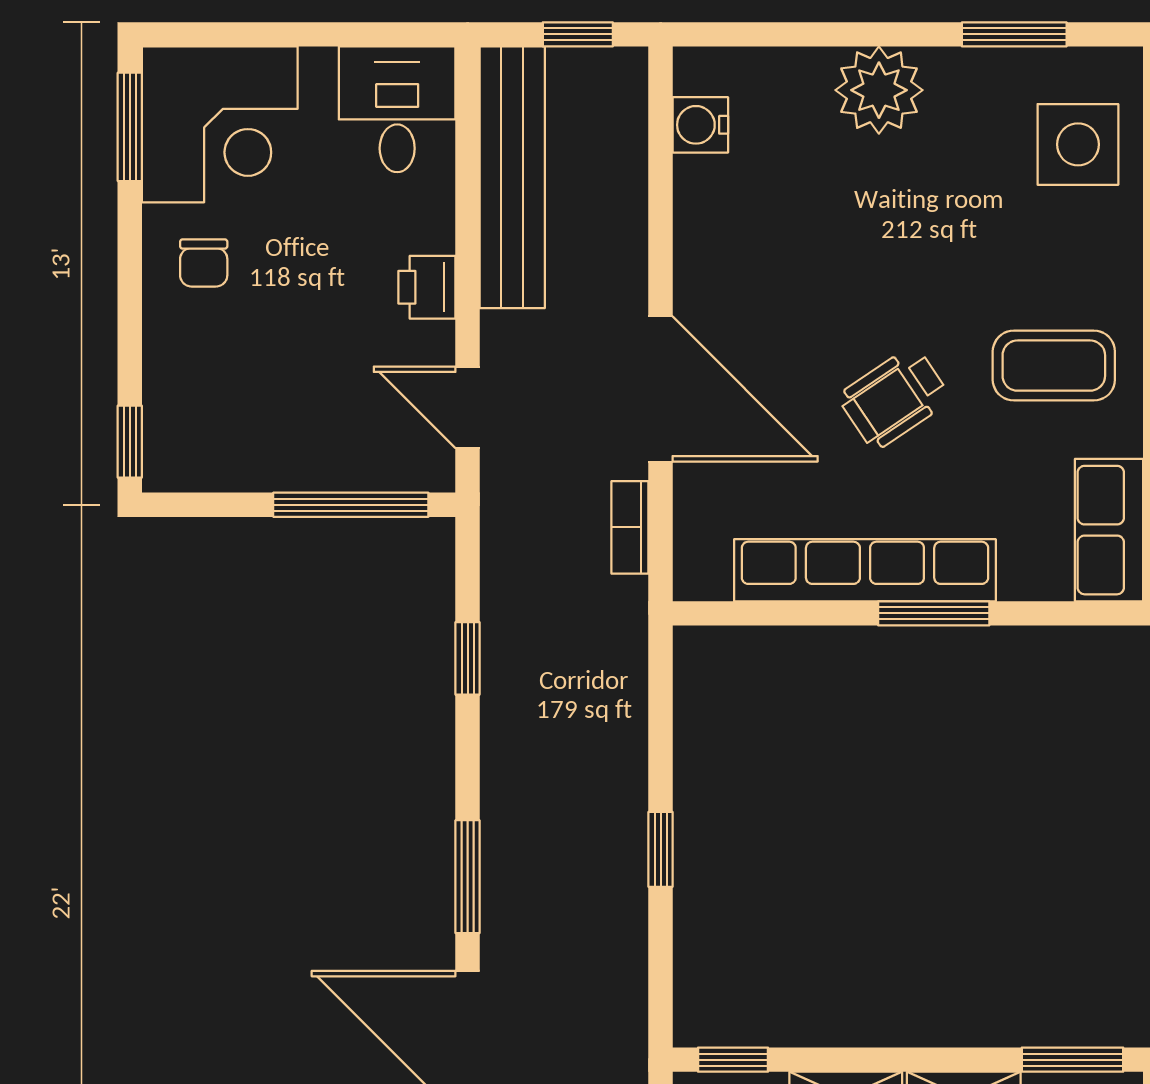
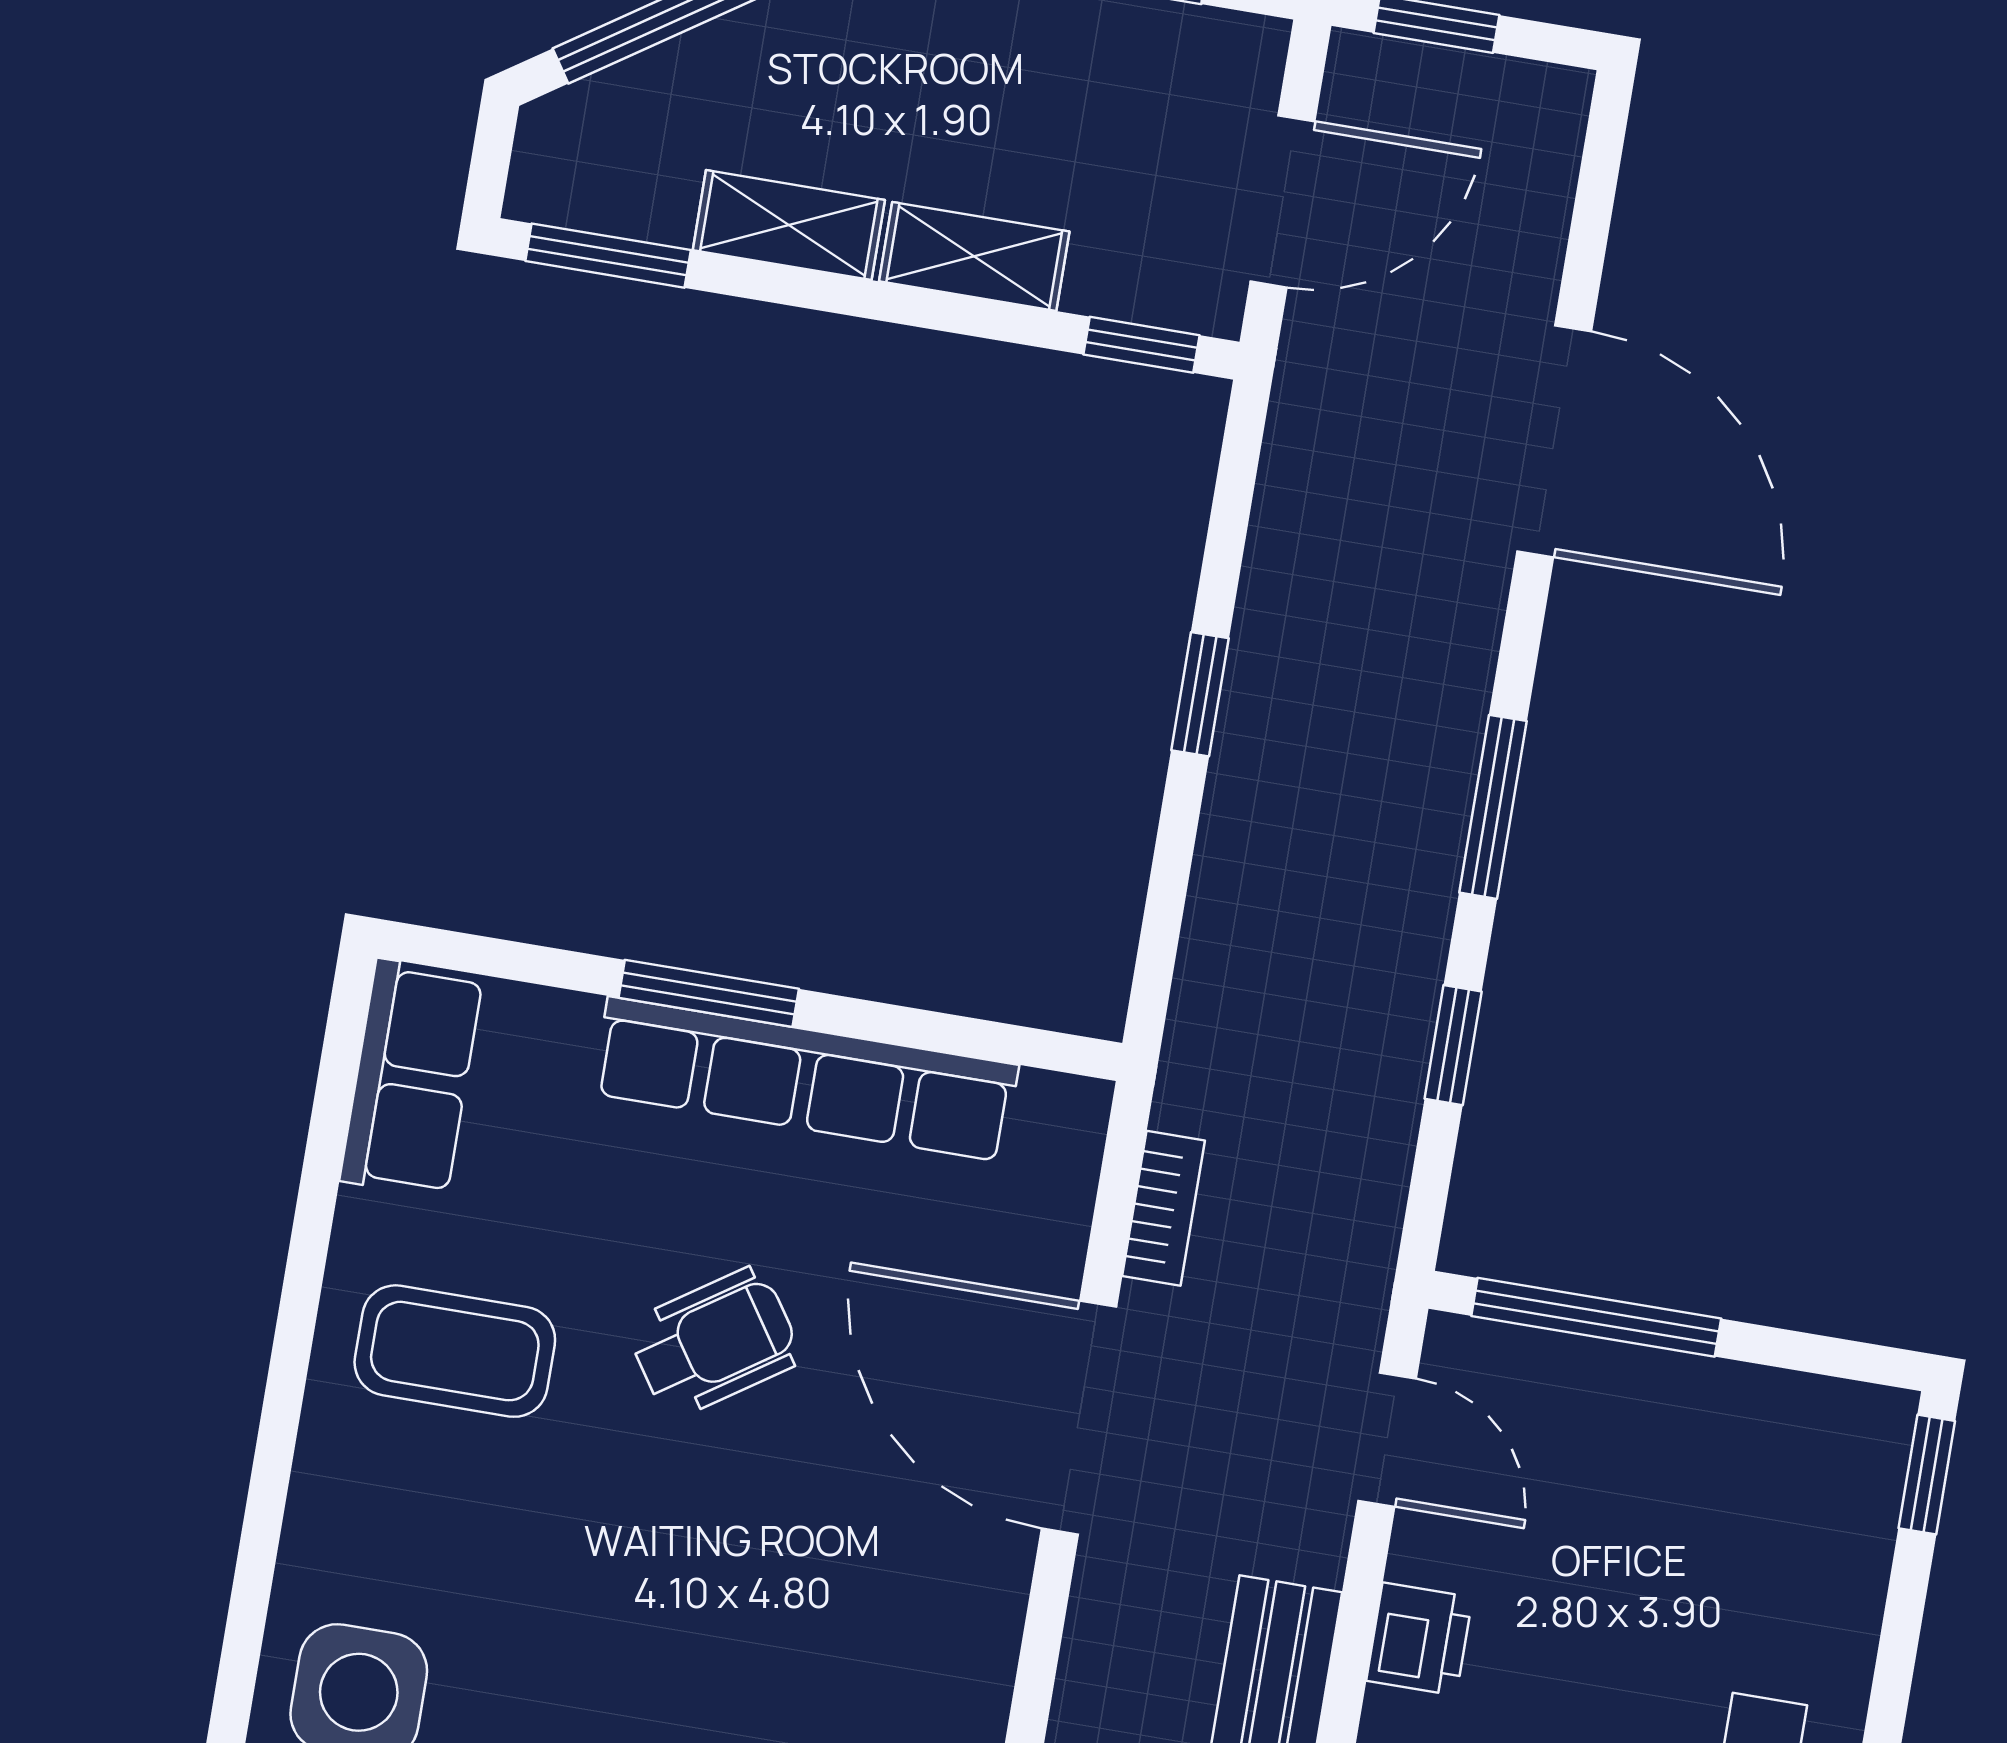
window: (468, 877) -> (1493, 807), moved

